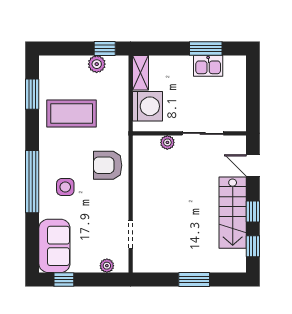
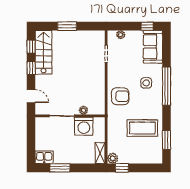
plant: (97, 64) -> (113, 158), moved
kitchen sink: (208, 66) -> (44, 157), moved
washing machine: (147, 106) -> (84, 126), moved, turned -90
stairs: (233, 213) -> (44, 52), moved

